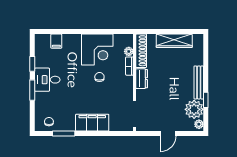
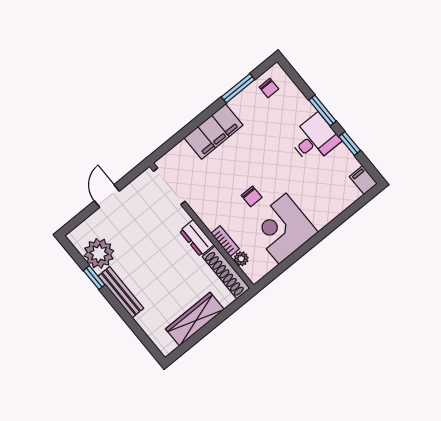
filing cabinet: (56, 41) -> (363, 180), moved
plant: (199, 124) -> (78, 240), removed

